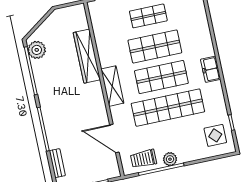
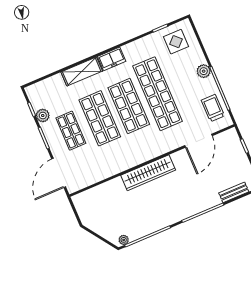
plant: (37, 50) -> (124, 240), width x0.53, depth x0.53
wardrobe: (87, 56) -> (148, 173), moved
shelving: (112, 86) -> (82, 71), moved
trolley: (143, 159) -> (213, 108), turned 180
plant: (170, 159) -> (204, 71), moved

